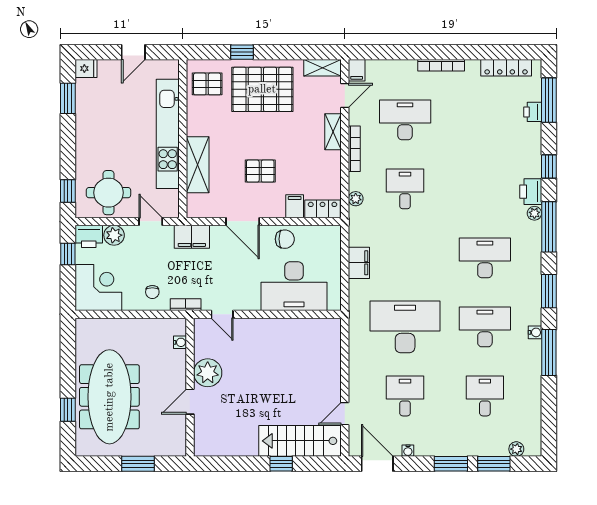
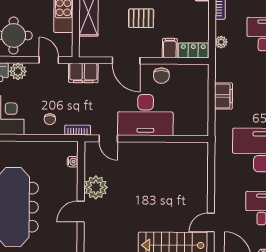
chair: (285, 239) -> (161, 76), turned 90
desk: (294, 286) -> (145, 115), moved

